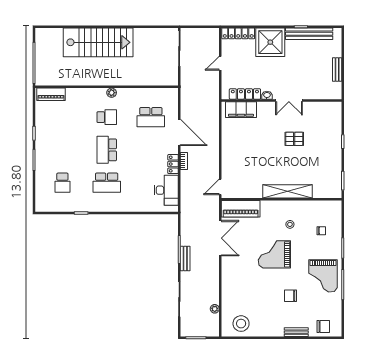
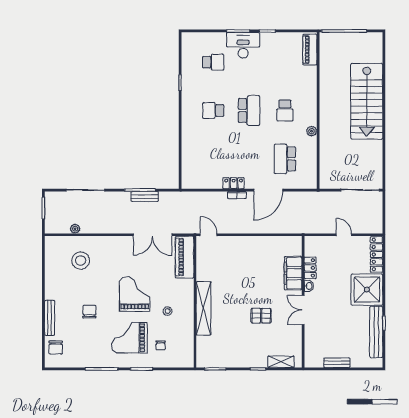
plant: (112, 93) -> (312, 131), moved
locker: (245, 94) -> (310, 268), width x0.66
filing cabinet: (241, 110) -> (293, 273), moved
shelving: (336, 121) -> (281, 362), added
pallet: (294, 139) -> (261, 316), turned 90
school desk: (107, 150) -> (249, 110), turned 90
school desk: (62, 183) -> (213, 62), turned 180
school desk: (107, 183) -> (213, 110), width x0.54
desk: (166, 190) -> (243, 45), moved, turned 180
bench: (185, 259) -> (145, 196), moved
grand piano: (323, 276) -> (129, 338), moved
stool: (241, 324) -> (81, 261), moved
bench: (296, 332) -> (50, 318), width x1.36

